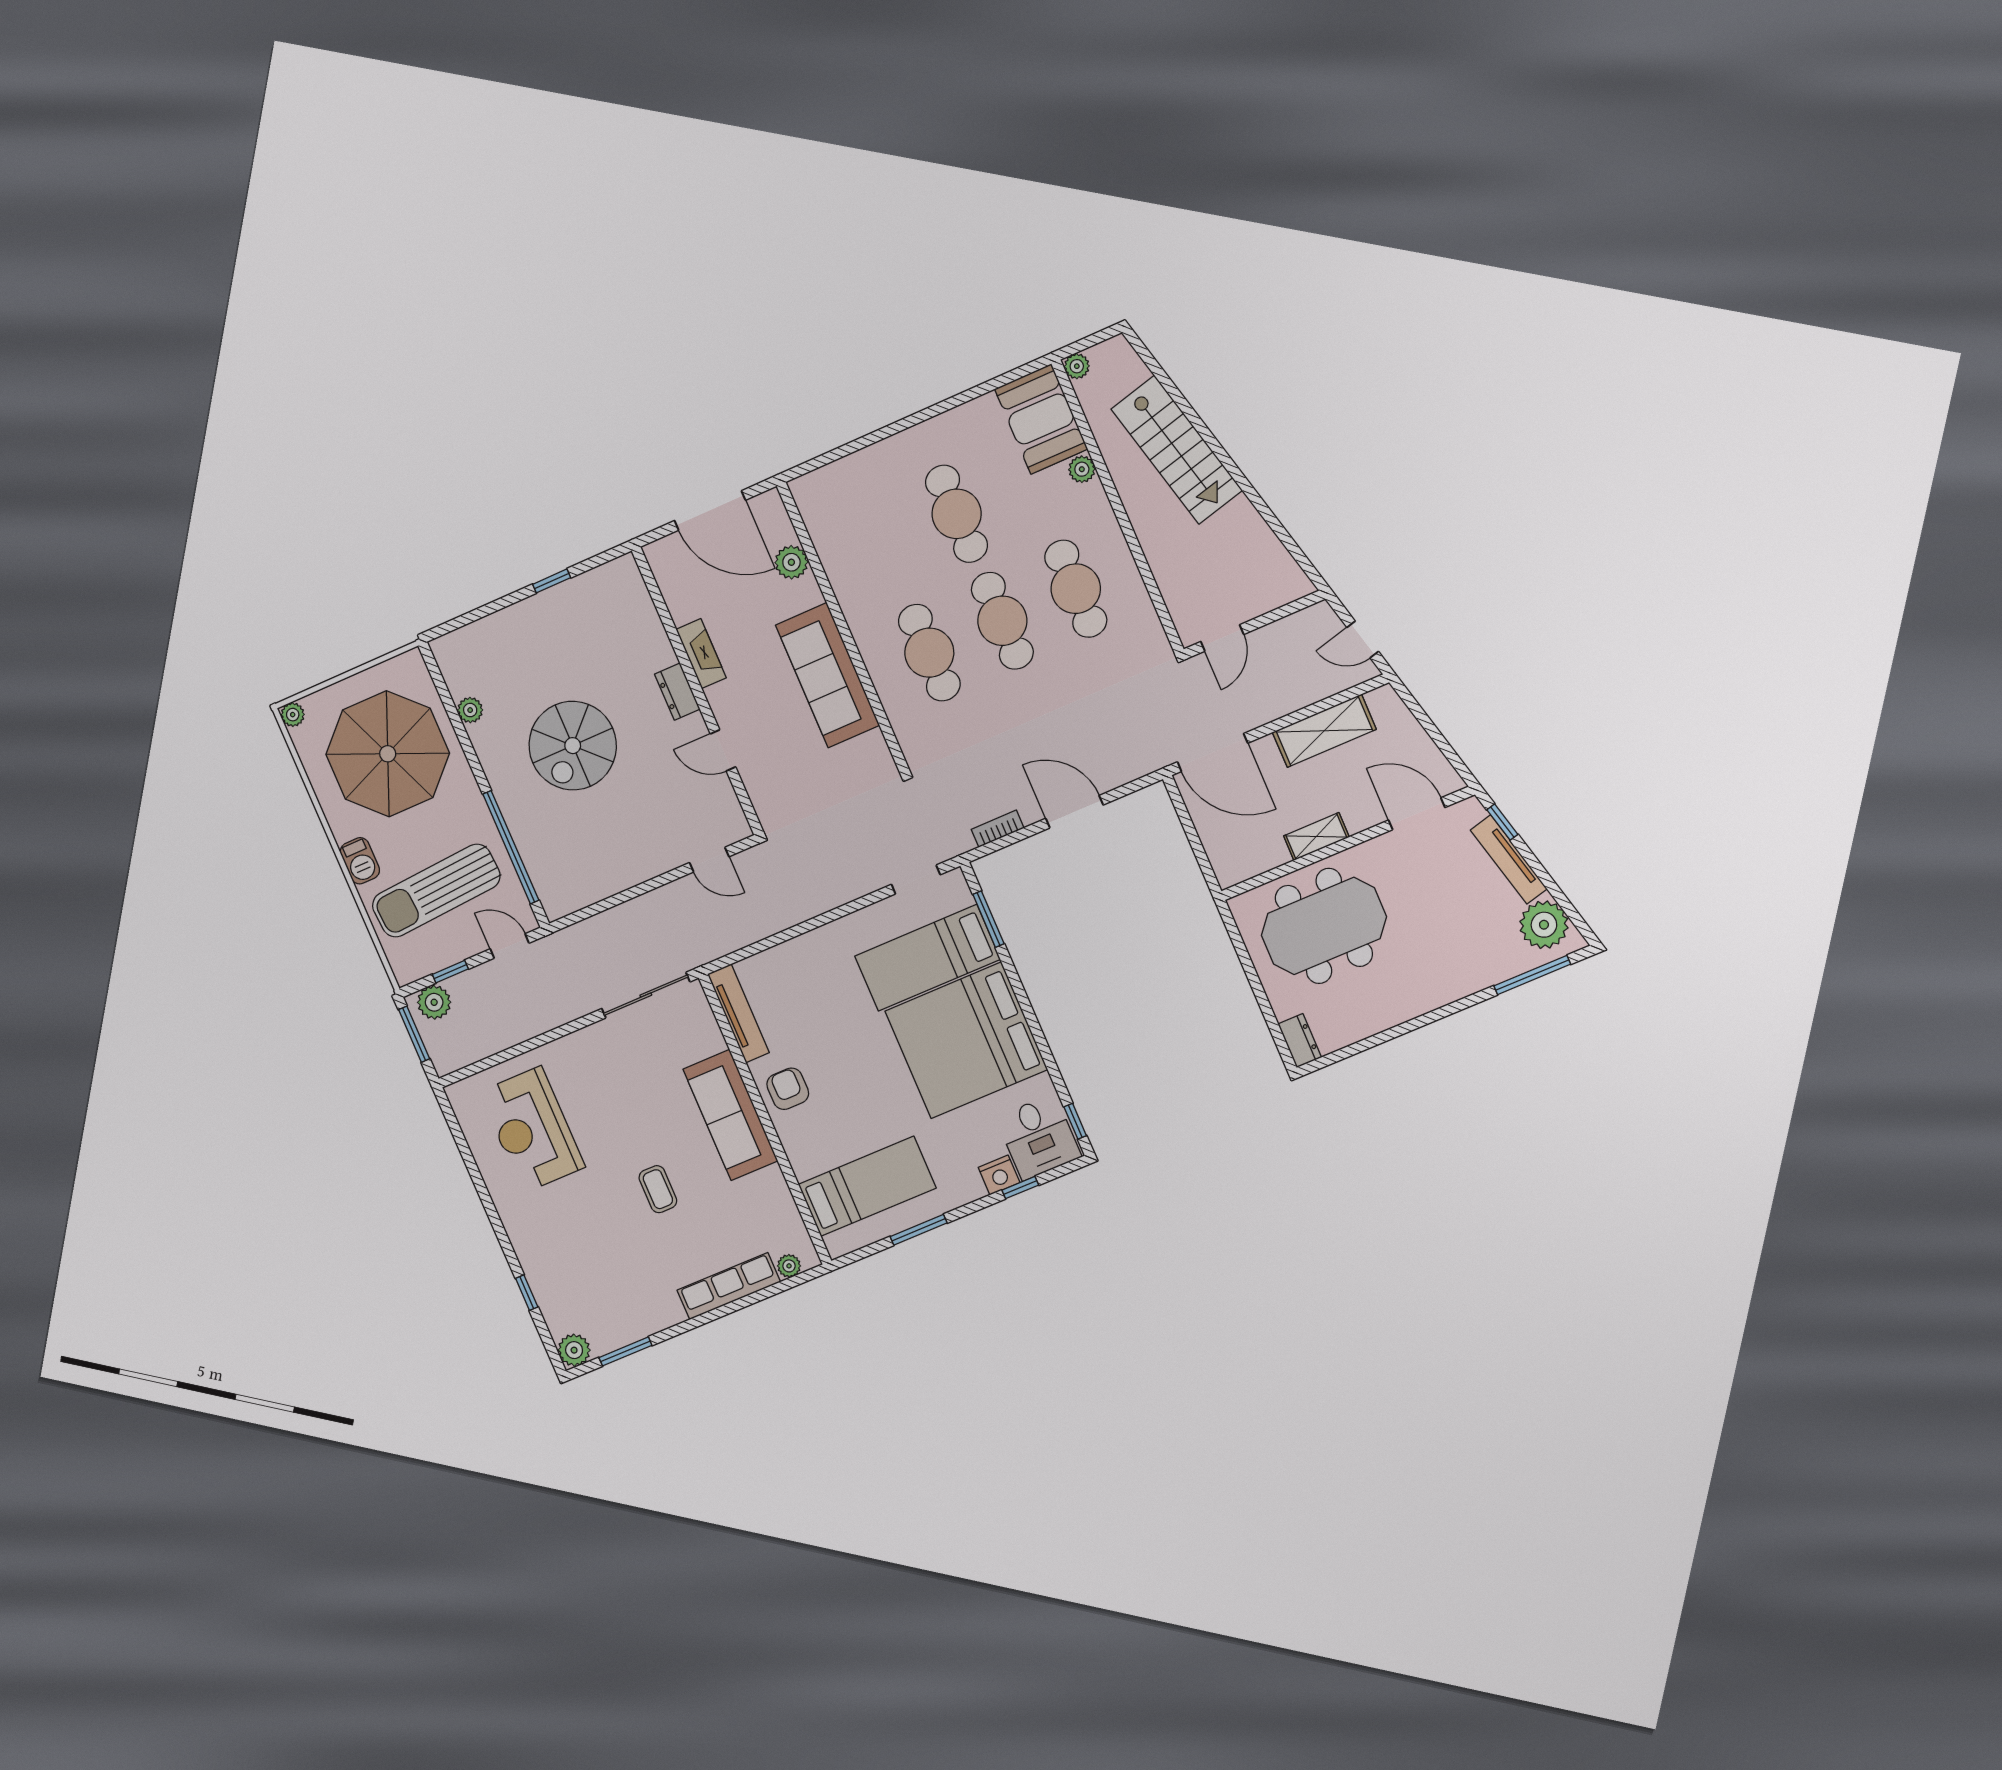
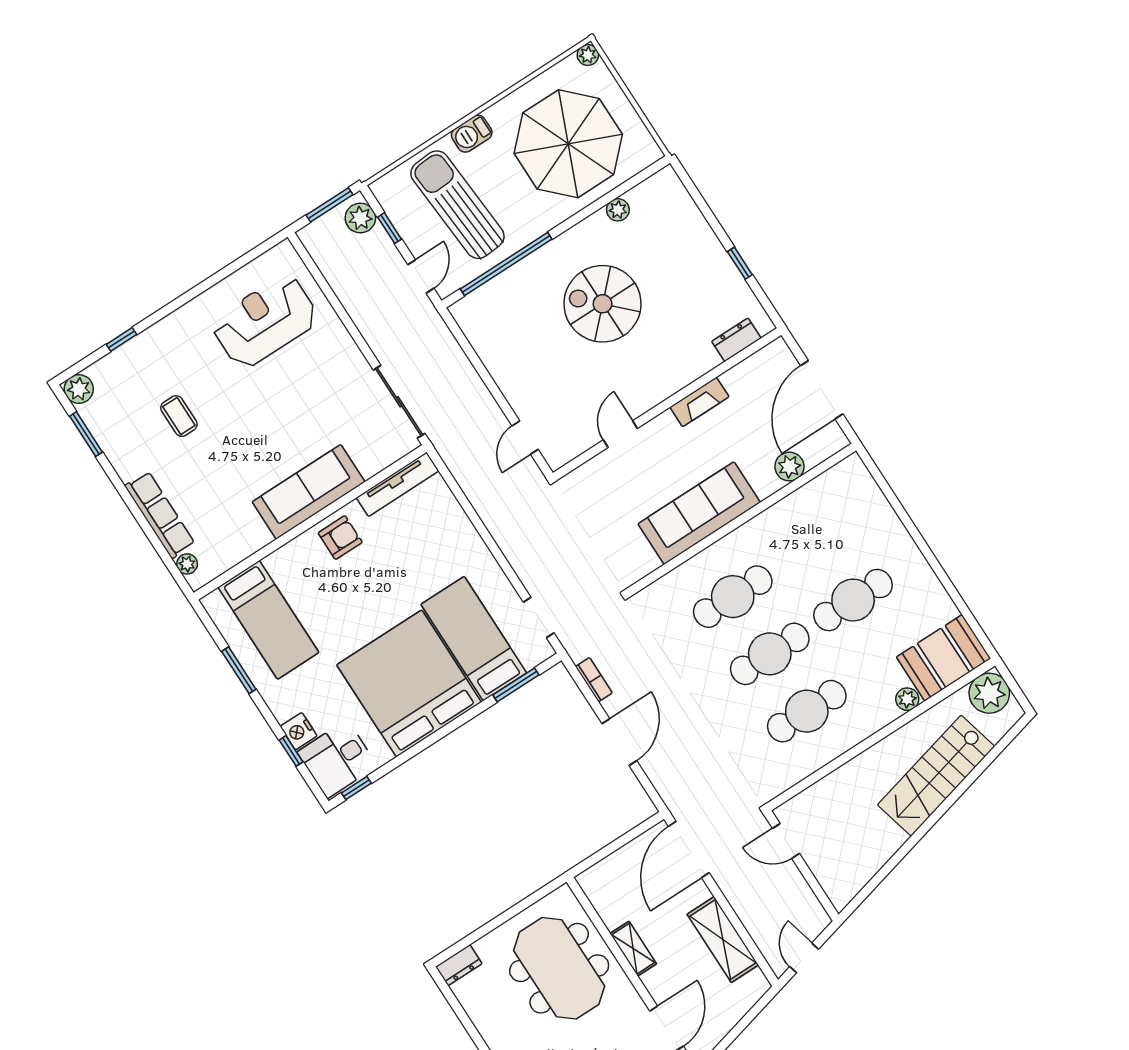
plant: (1077, 366) -> (989, 693), width x1.87, depth x1.87
dresser: (677, 692) -> (736, 340), moved
coffee table: (658, 1189) -> (179, 416), moved, turned 90

